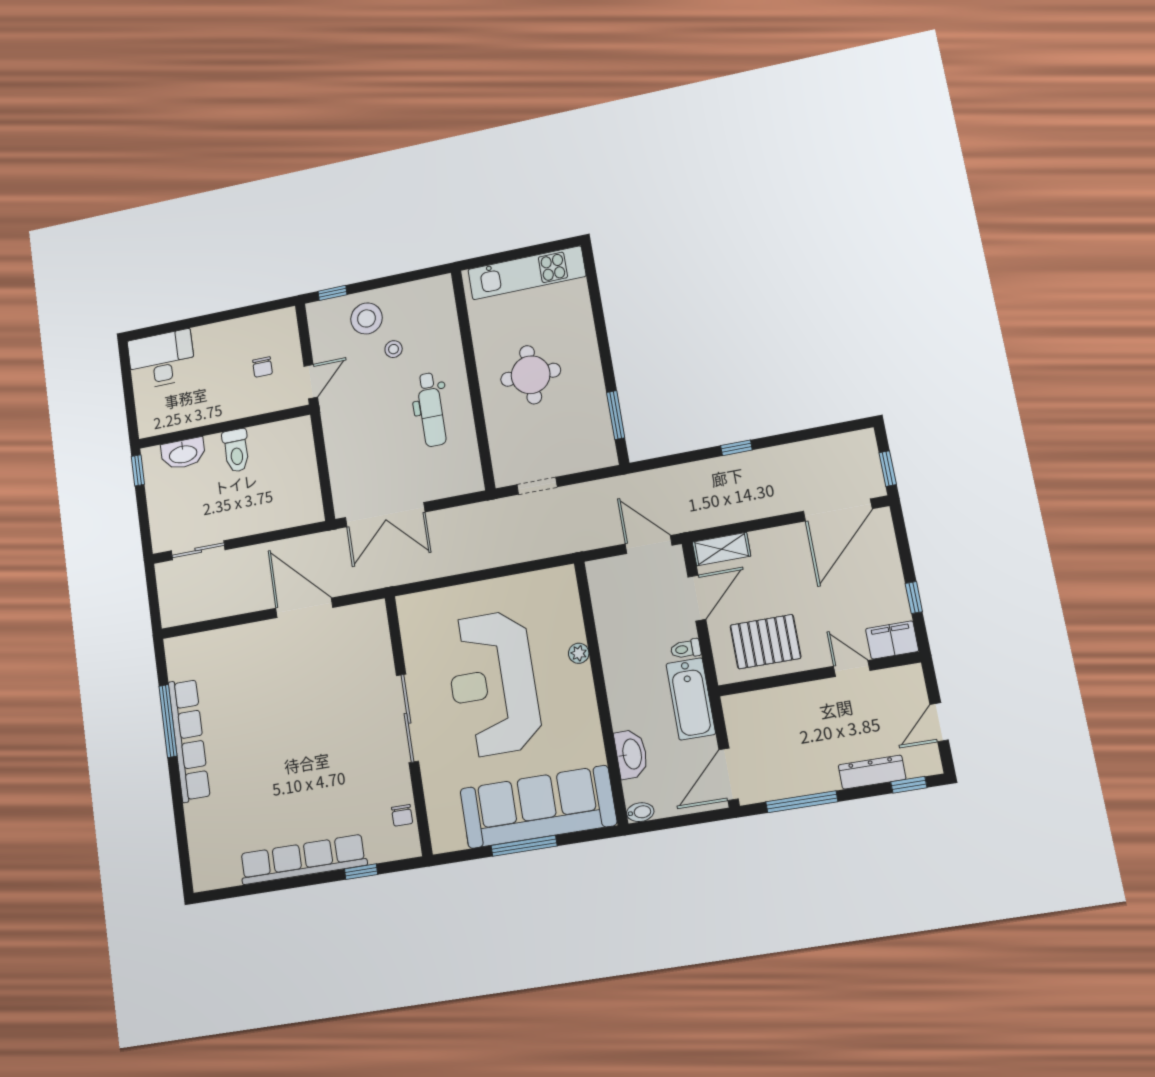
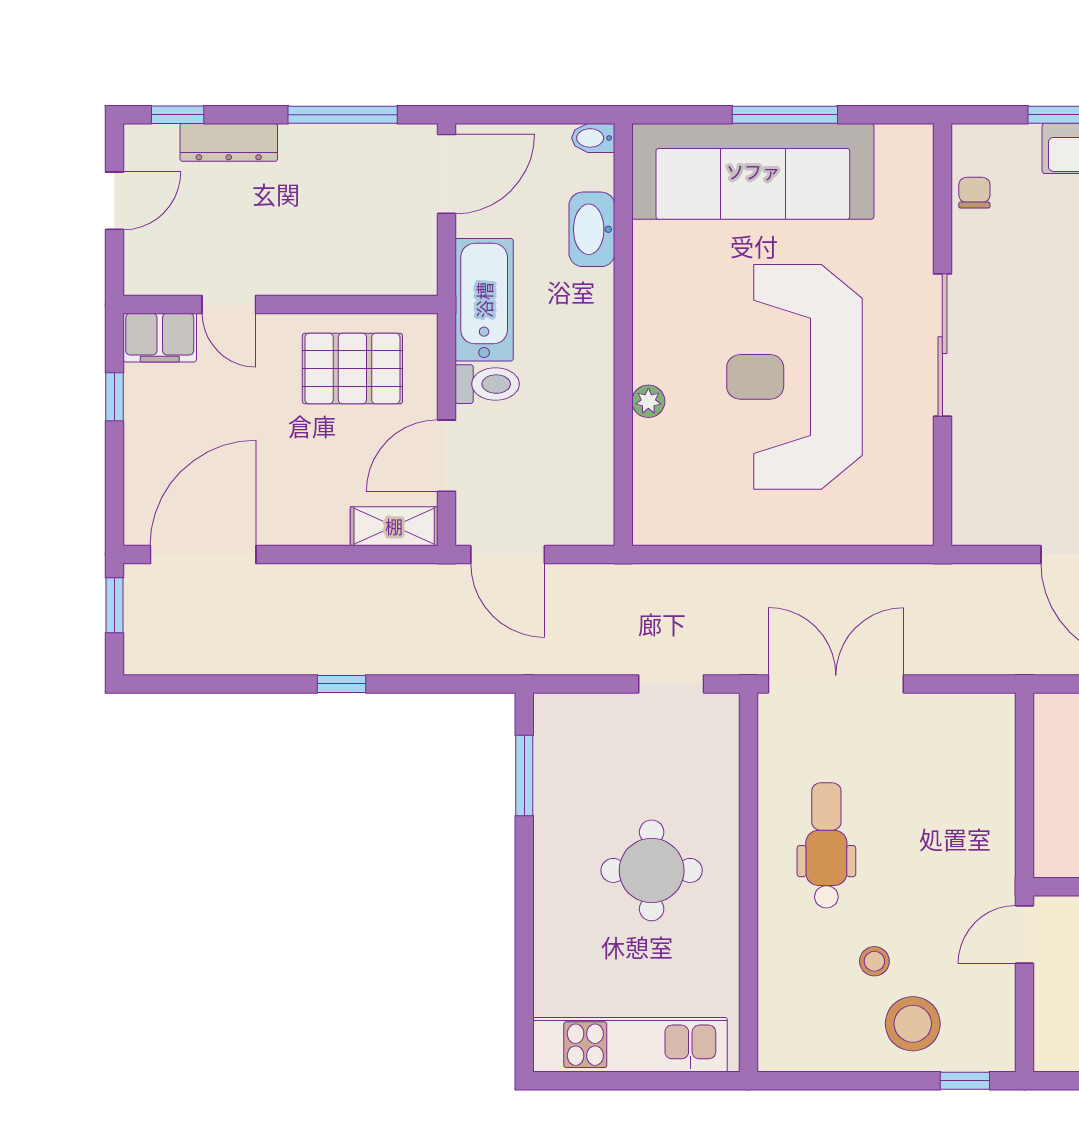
double door: (385, 515) -> (836, 684), moved
toilet: (686, 649) -> (487, 384), width x1.37, depth x1.39
reception desk: (493, 684) -> (794, 377), turned 180

